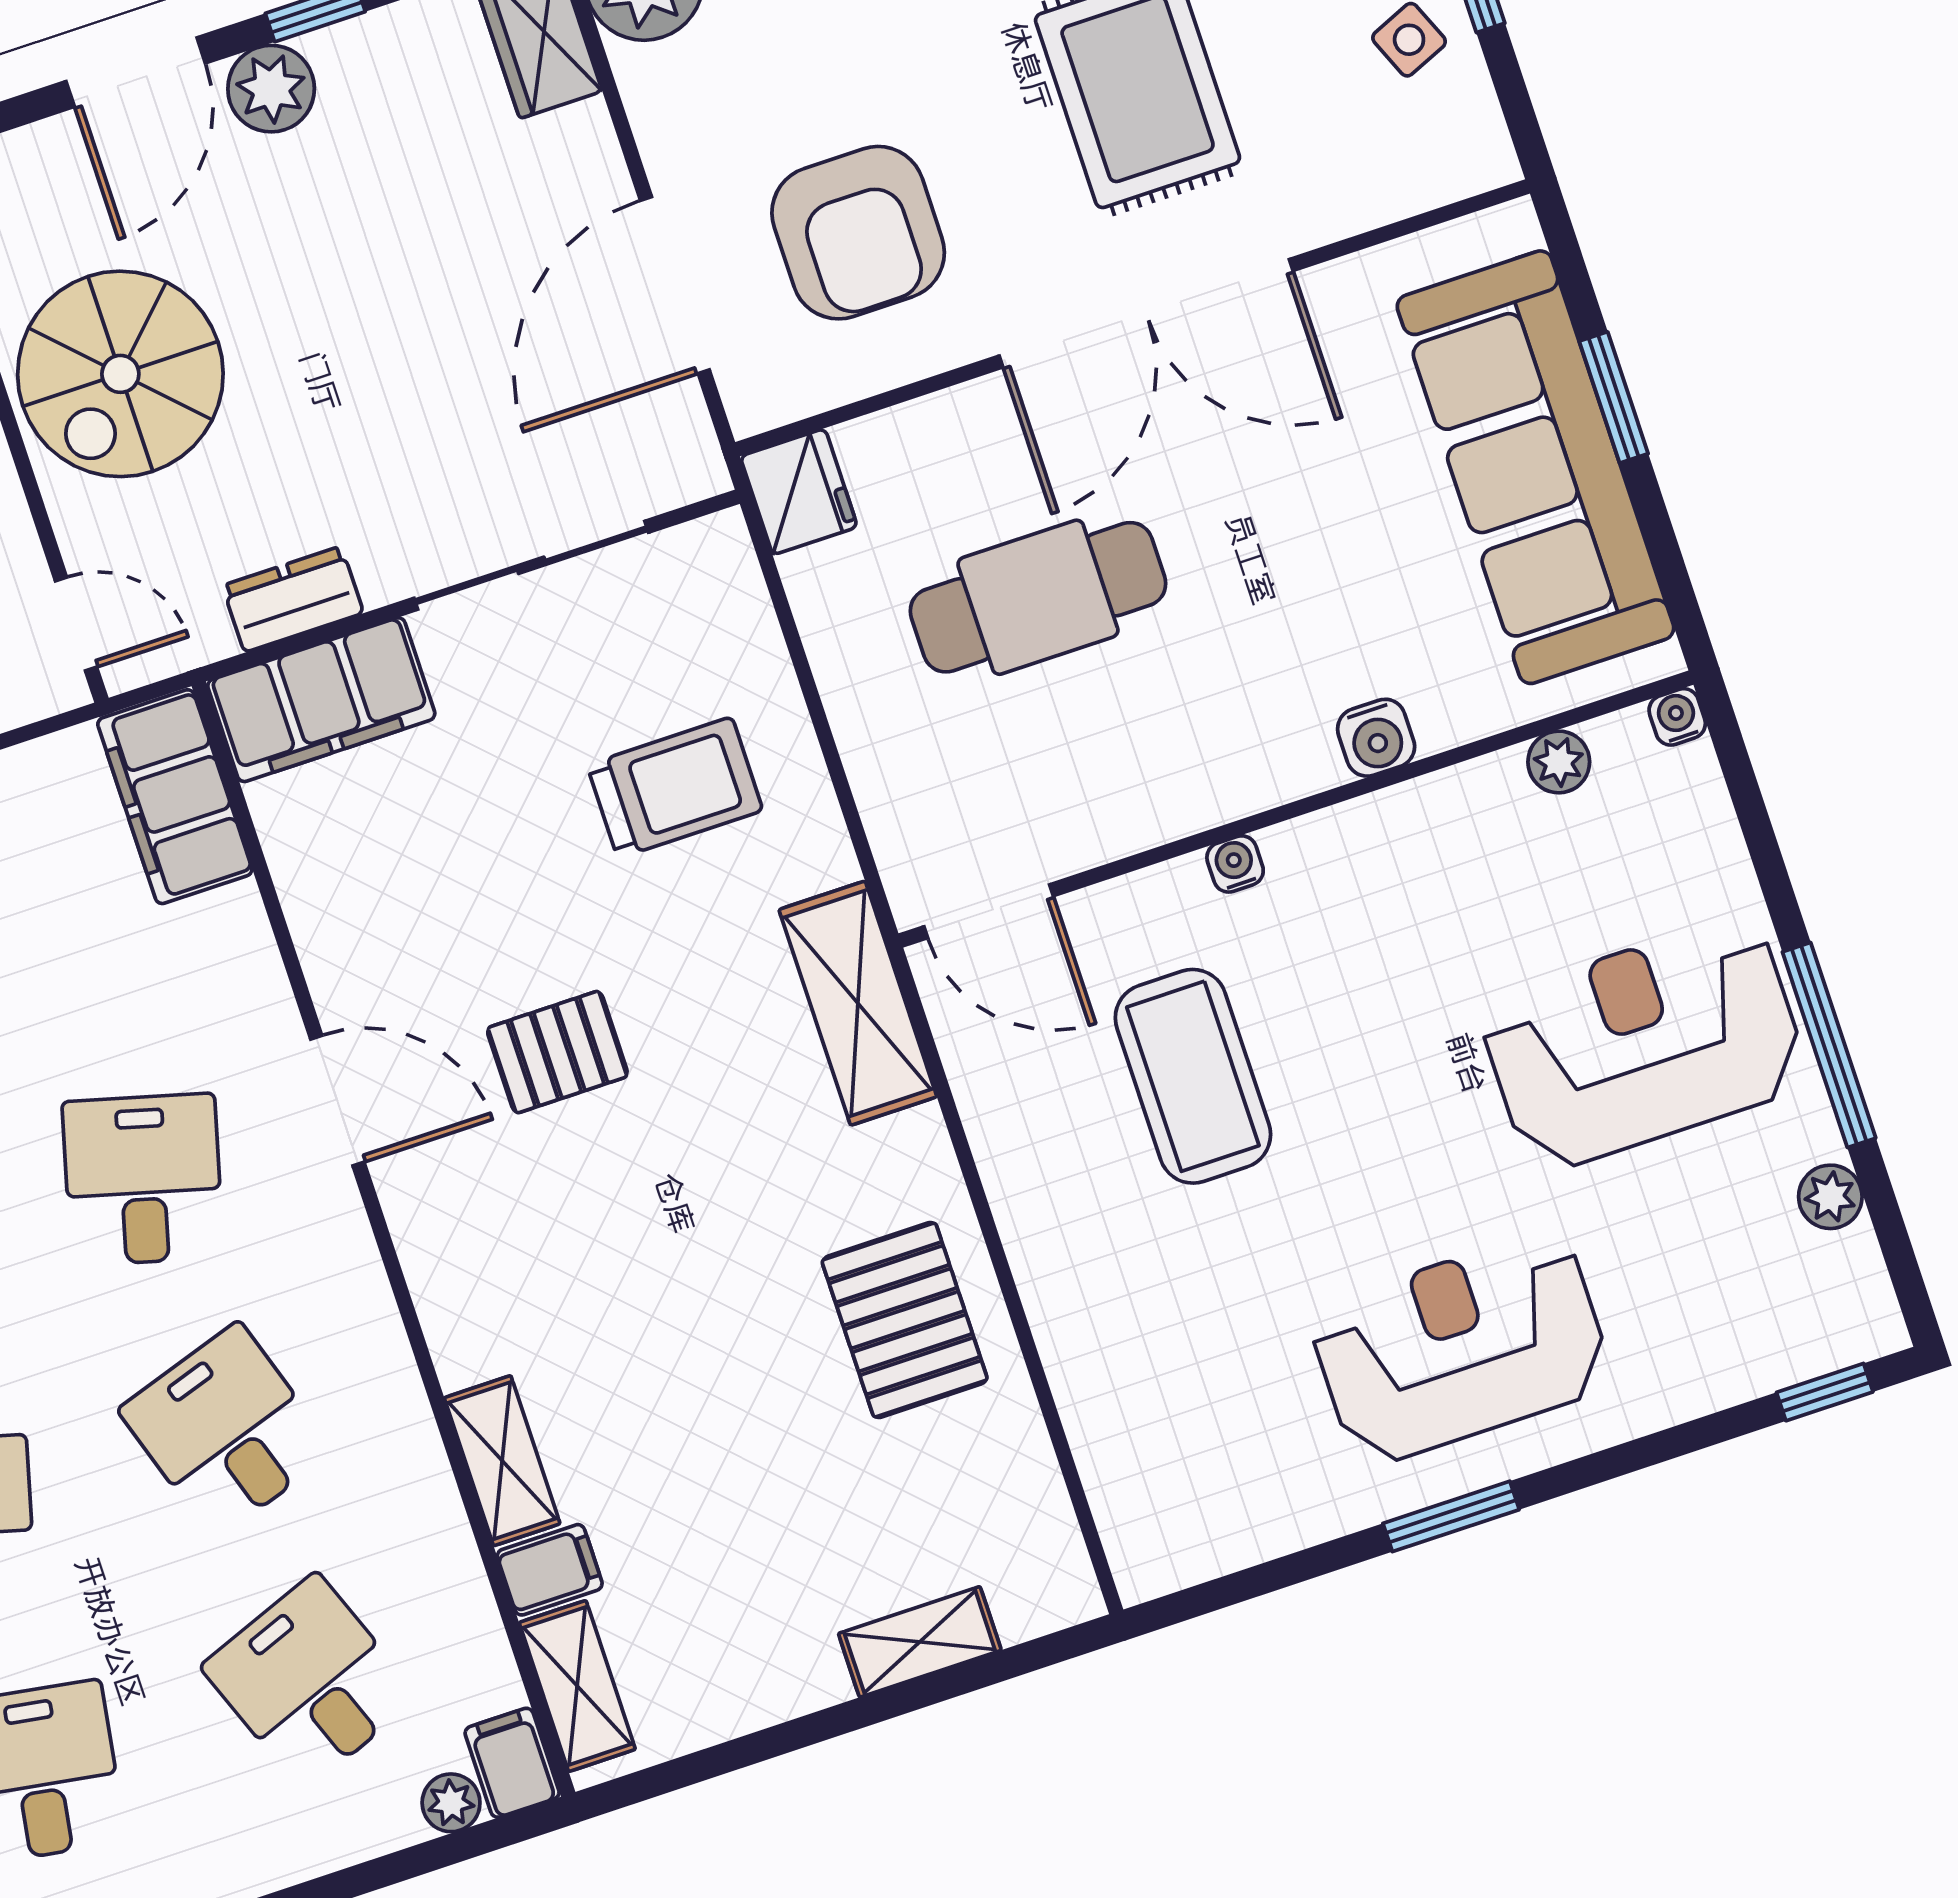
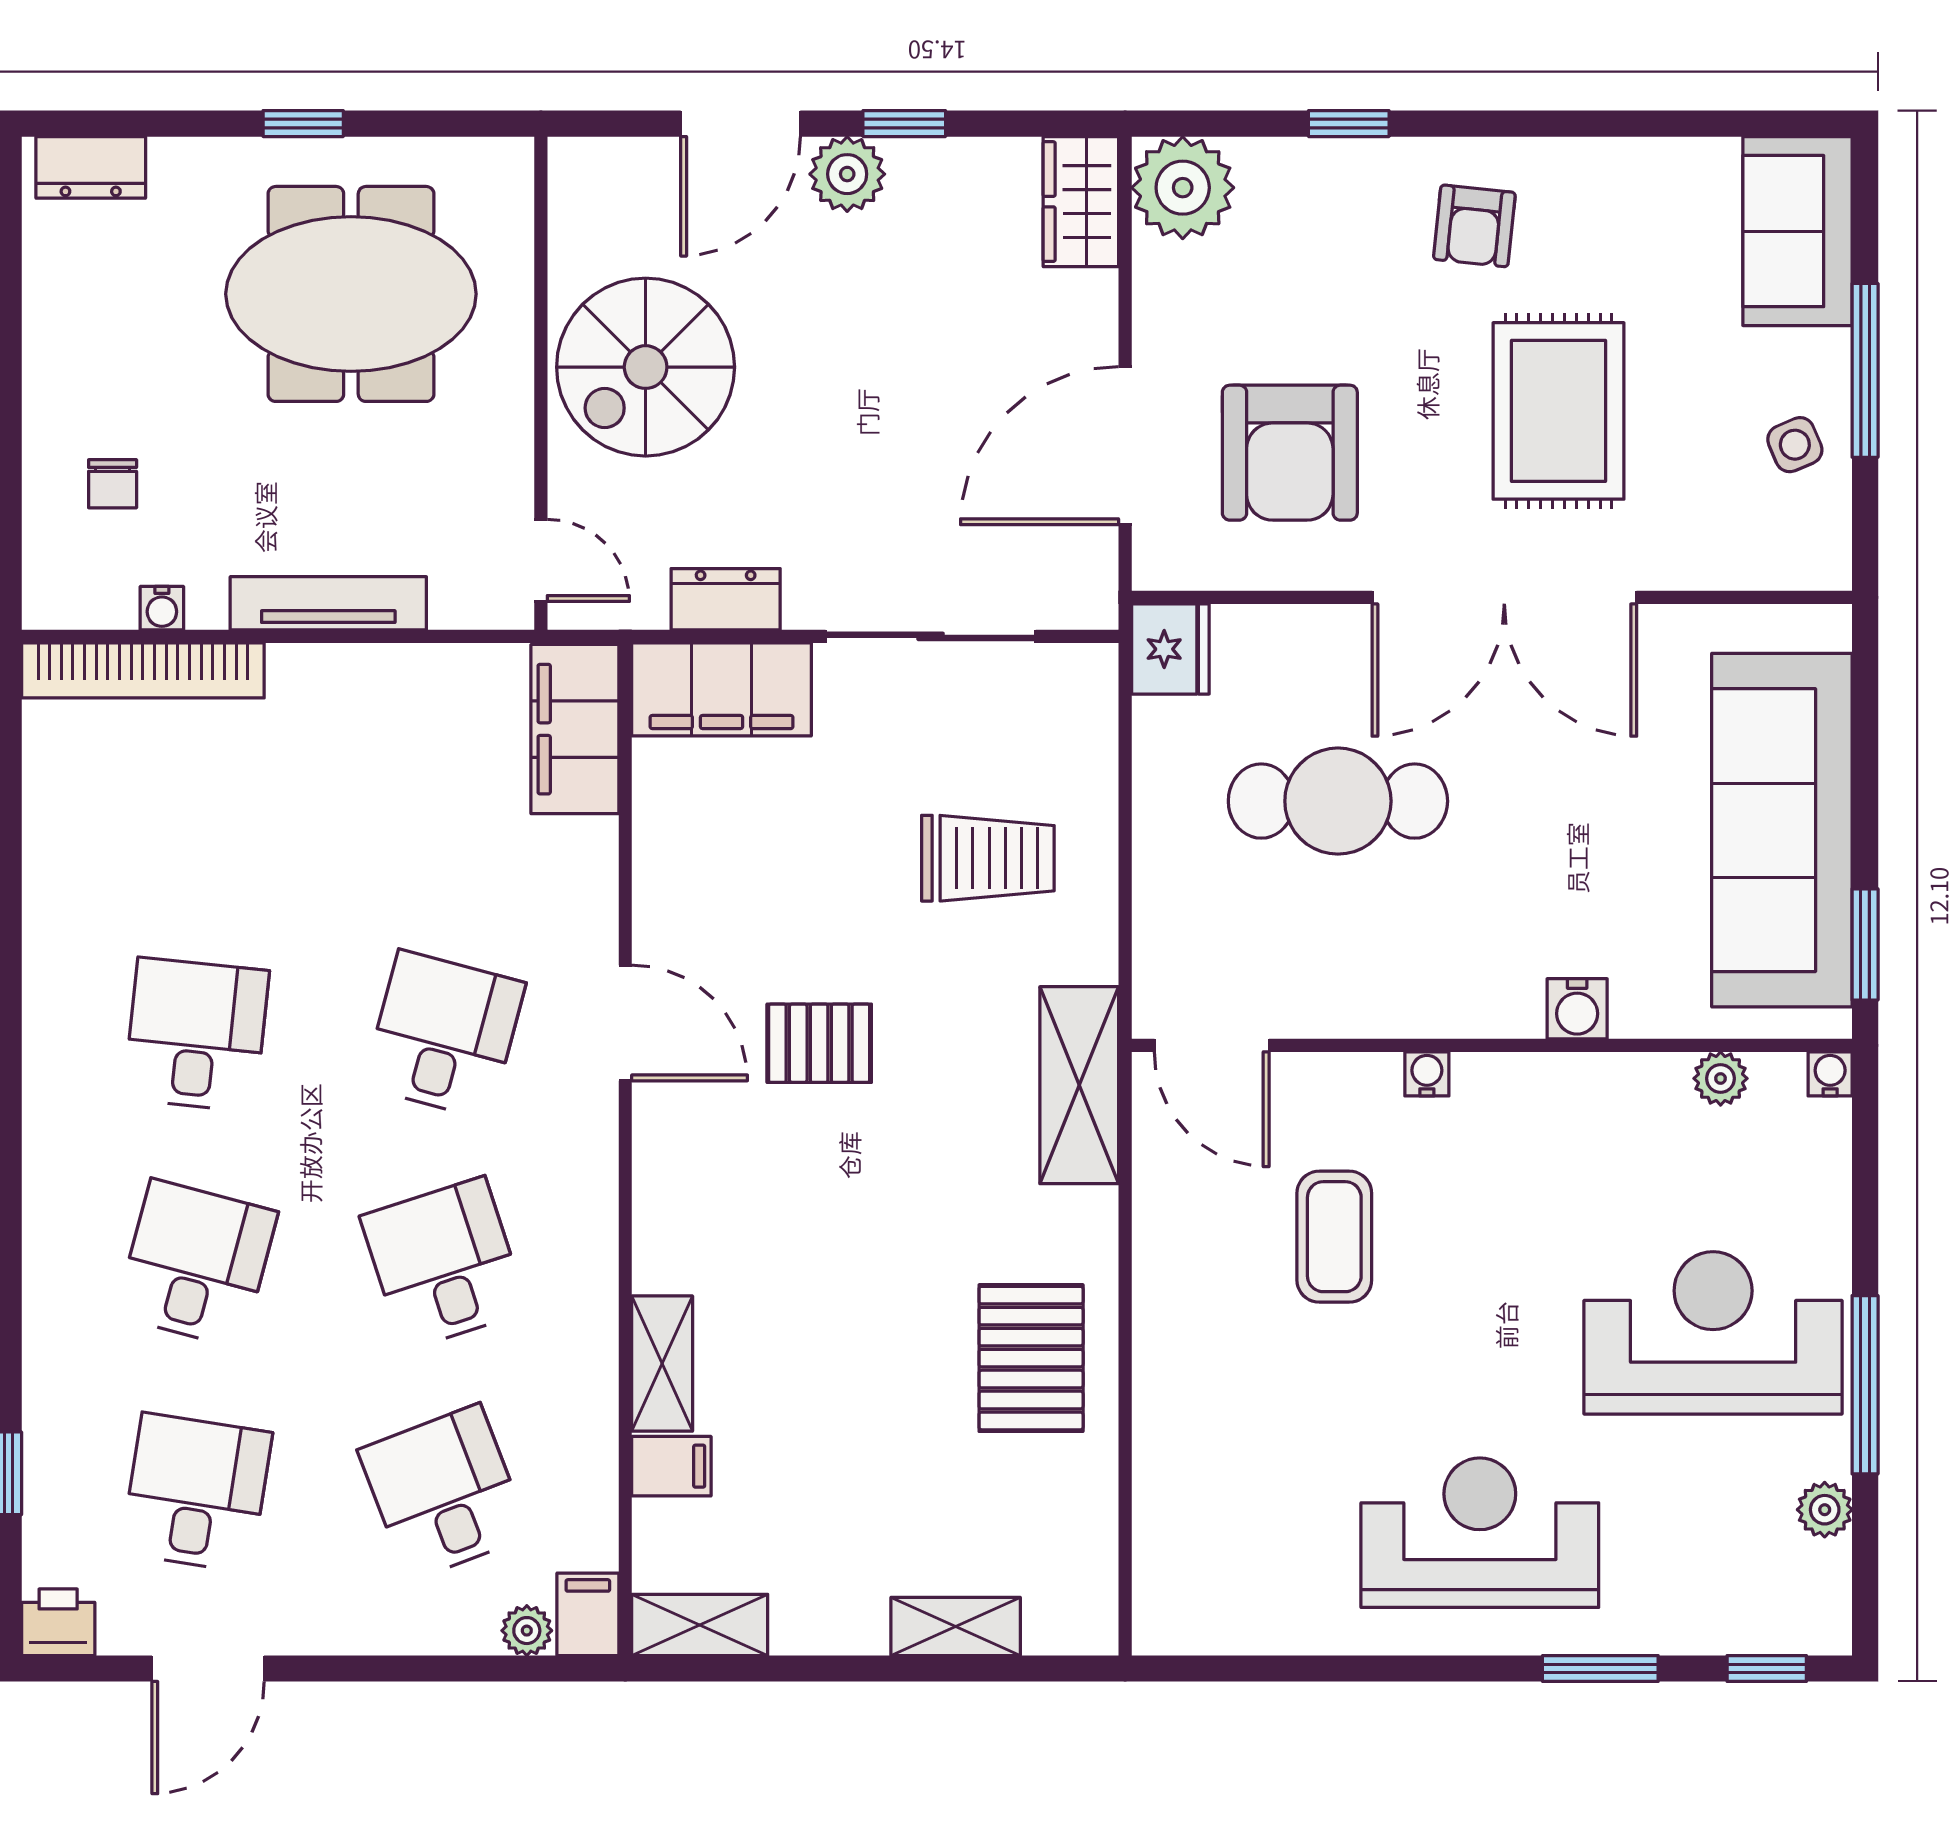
window: (1614, 397) -> (1865, 944), moved
coffee table: (1193, 1076) -> (1334, 1237), width x0.73, depth x0.76
window: (1451, 1516) -> (1600, 1669), moved
shelving: (577, 1686) -> (700, 1625), moved, turned 90

